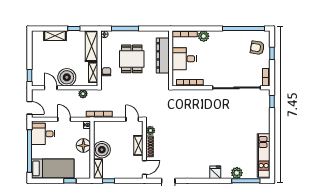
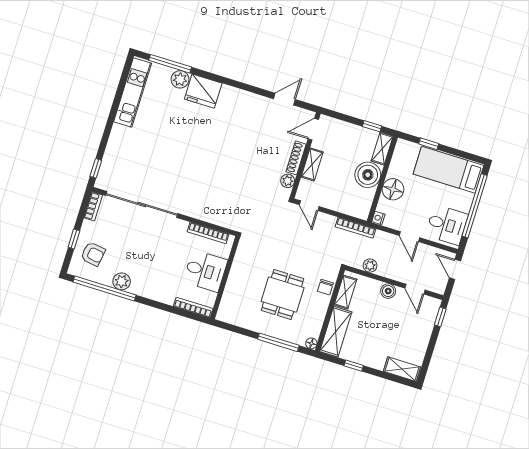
shelving: (55, 36) -> (402, 369), moved
plant: (204, 36) -> (122, 281), moved
dresser: (163, 55) -> (235, 286), removed
boiler: (67, 77) -> (388, 291), width x0.54, depth x0.54
fridge: (215, 172) -> (203, 91), width x1.88, depth x1.34

